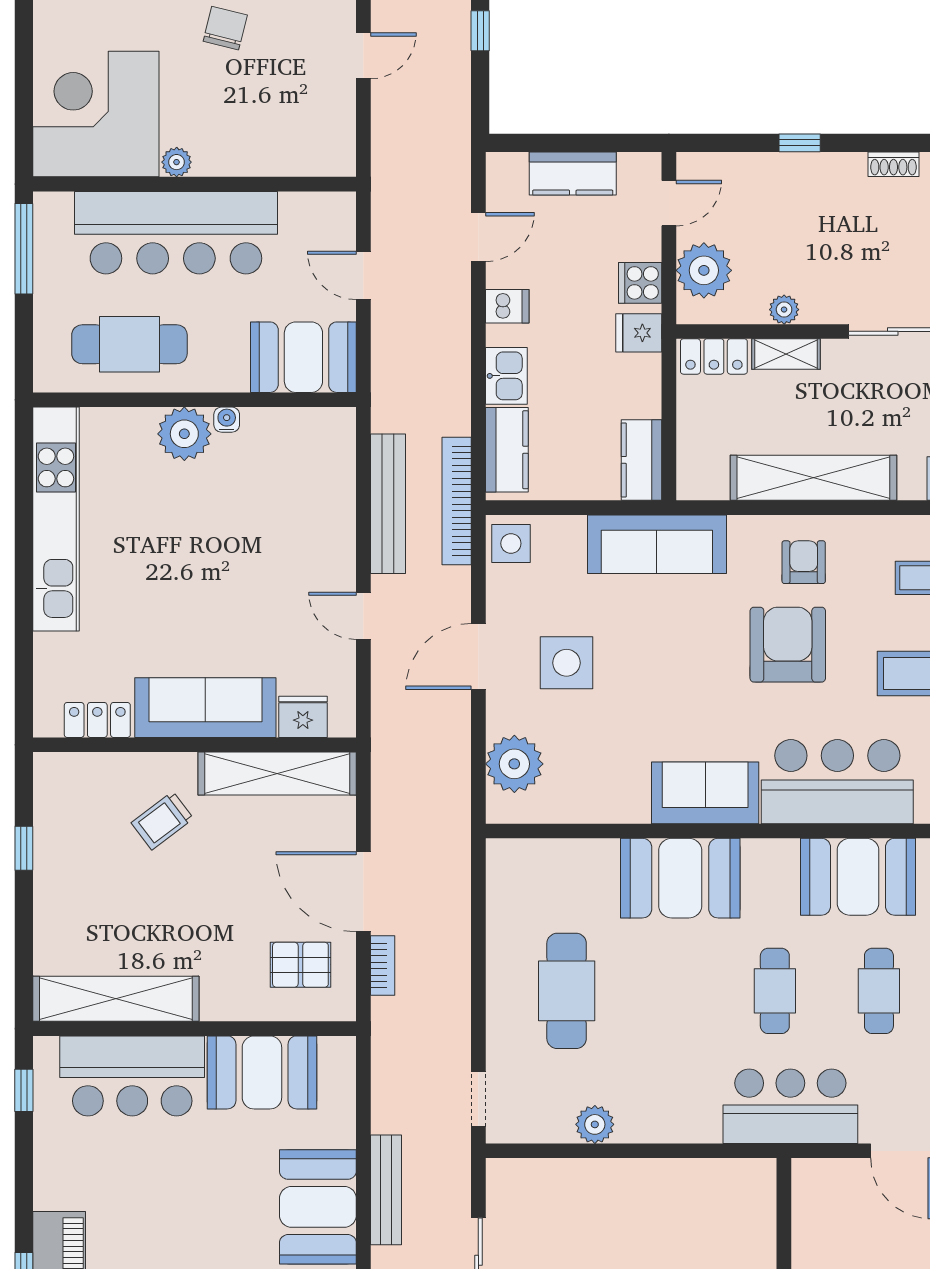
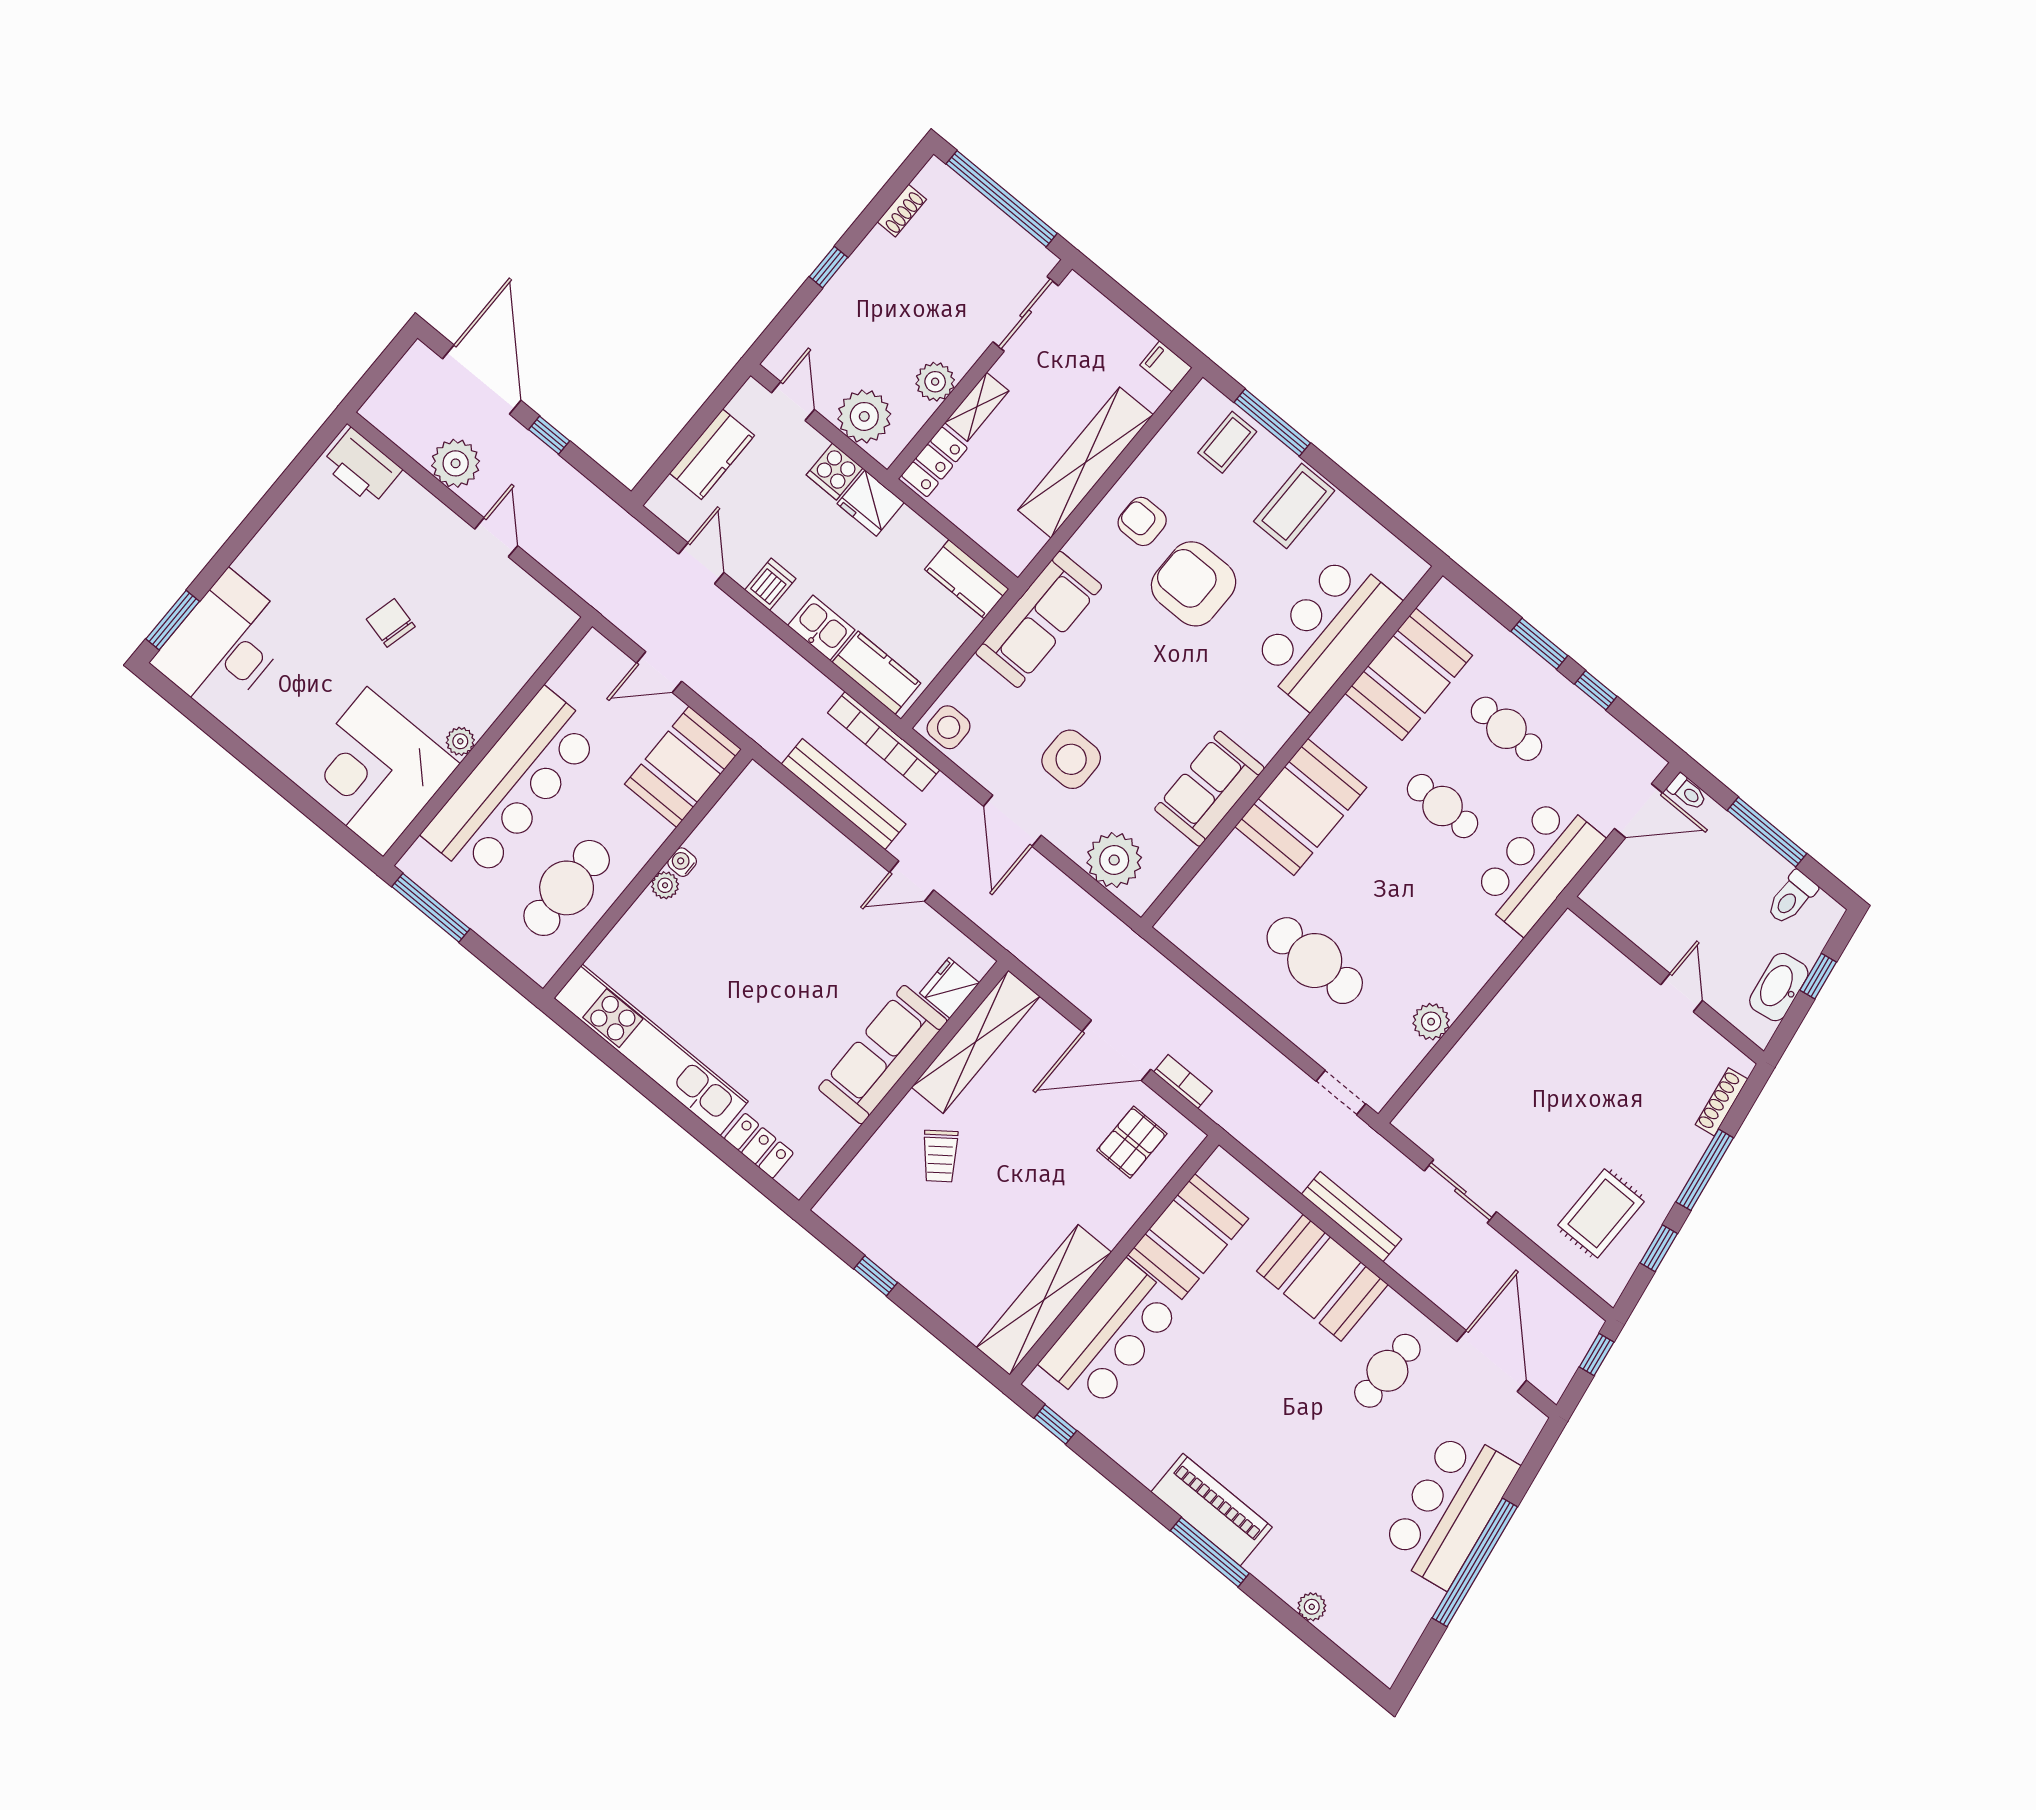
plant: (784, 310) -> (935, 382), width x1.38, depth x1.38
fridge: (639, 333) -> (871, 503), width x1.38
plant: (184, 434) -> (665, 885), width x0.53, depth x0.53
locker: (97, 720) -> (759, 1146), moved, turned 90
sofa: (705, 793) -> (1209, 789), moved

